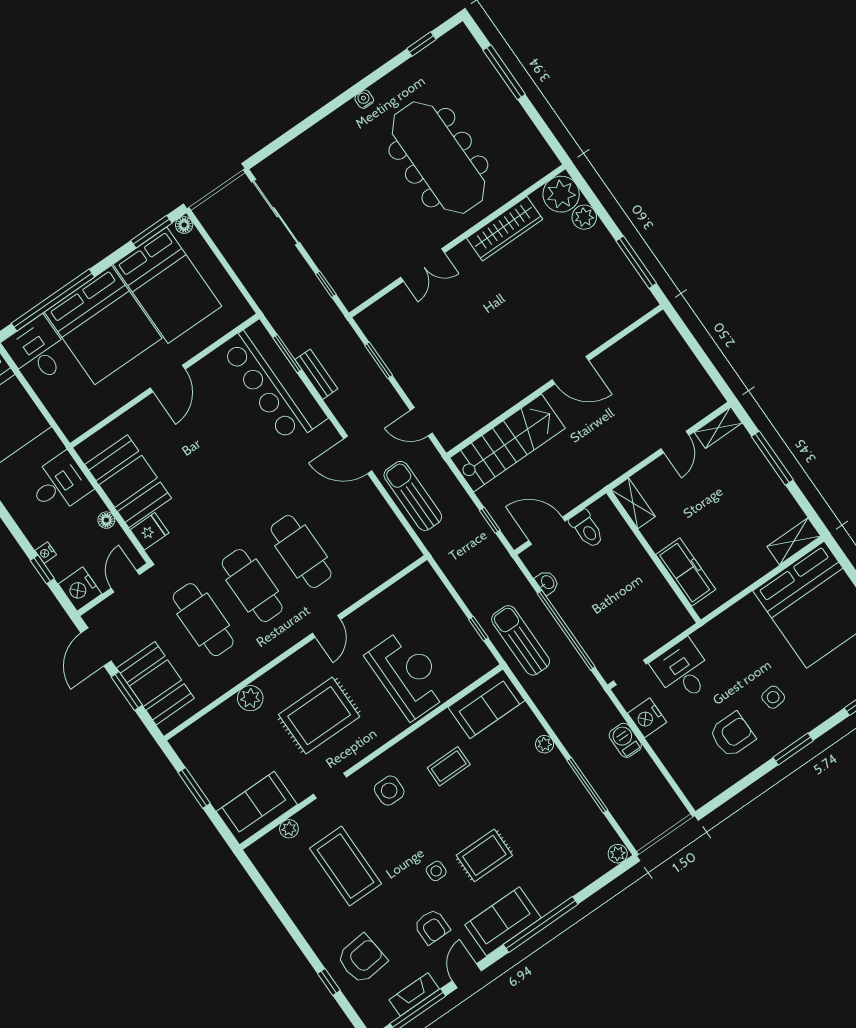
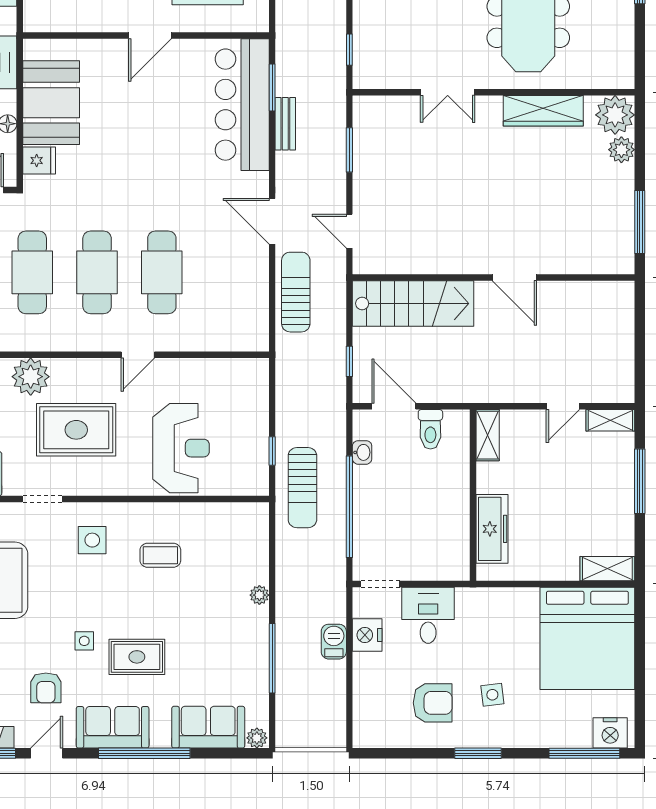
sun lounger: (521, 640) -> (302, 488), turned 180
plant: (250, 698) -> (31, 377), width x1.36, depth x1.36
sofa: (486, 704) -> (208, 727), moved, turned 180

